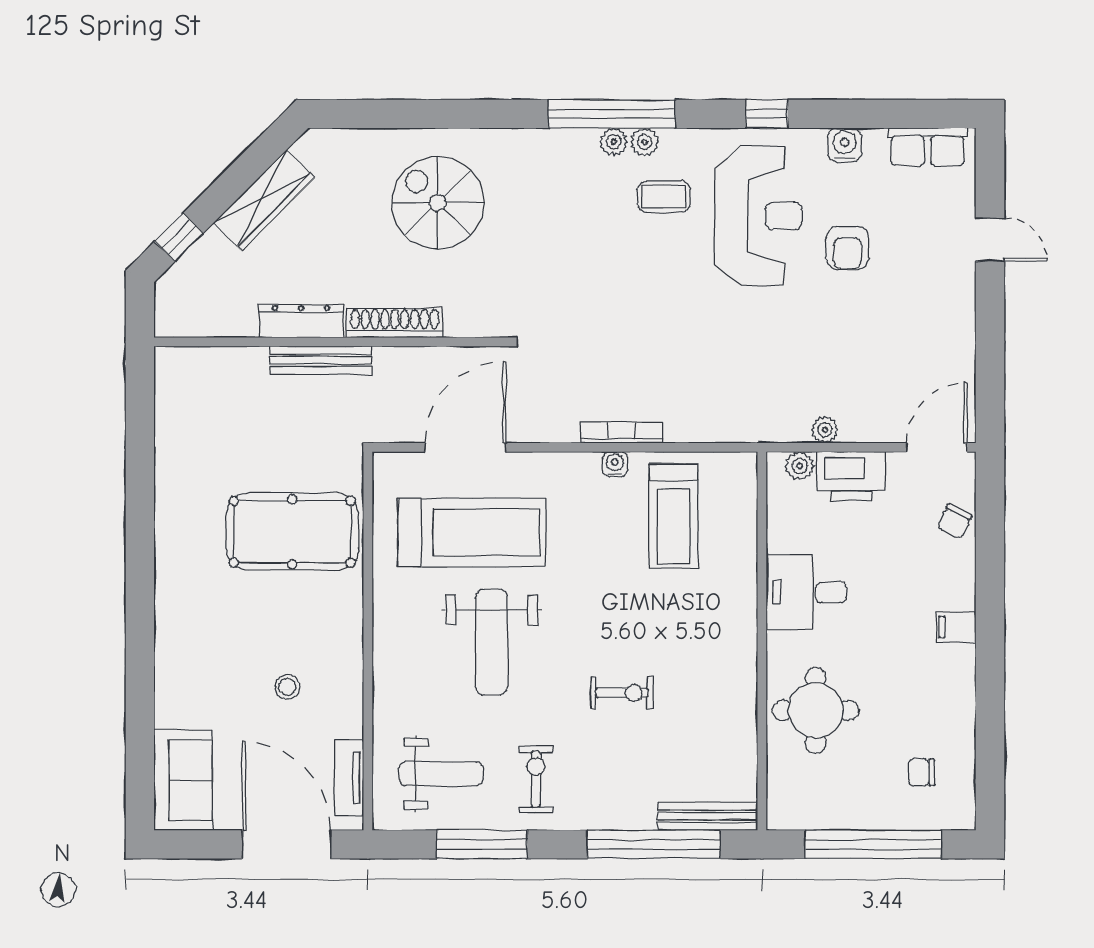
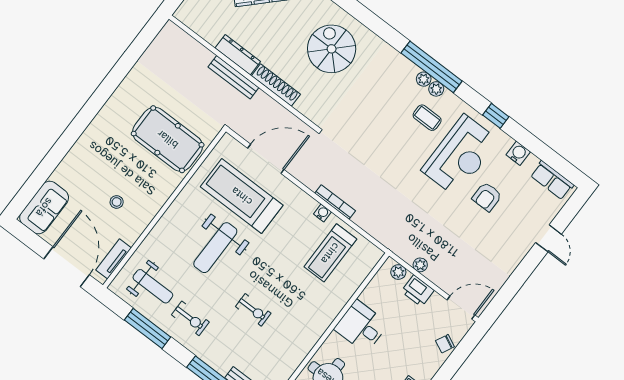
printer: (851, 476) -> (418, 291), width x0.73, depth x0.84
treadmill: (472, 532) -> (242, 196), turned 180
exercise bike: (536, 779) -> (190, 318), turned 90

